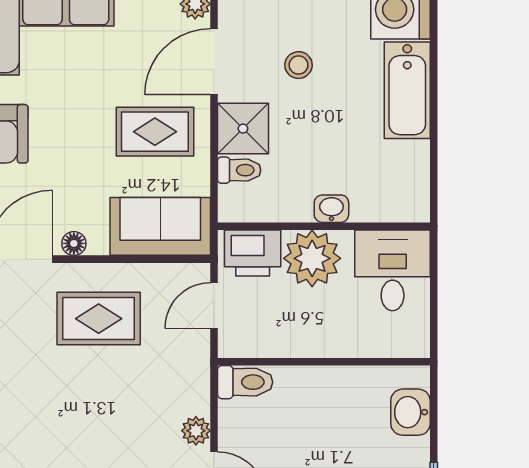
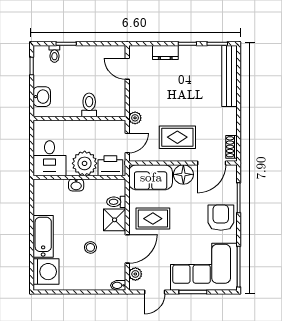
floor lamp: (74, 243) -> (183, 174), width x1.89, depth x1.89
toilet: (245, 382) -> (89, 105), moved, turned 90
plant: (196, 431) -> (135, 118), moved

